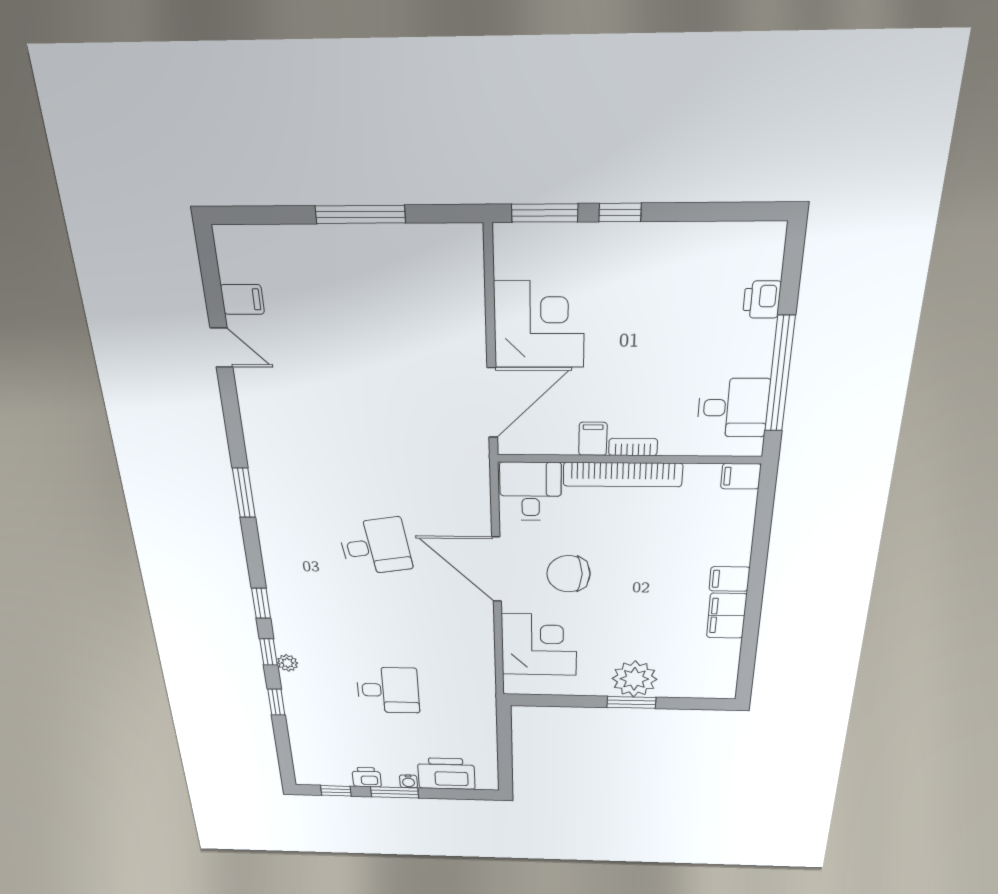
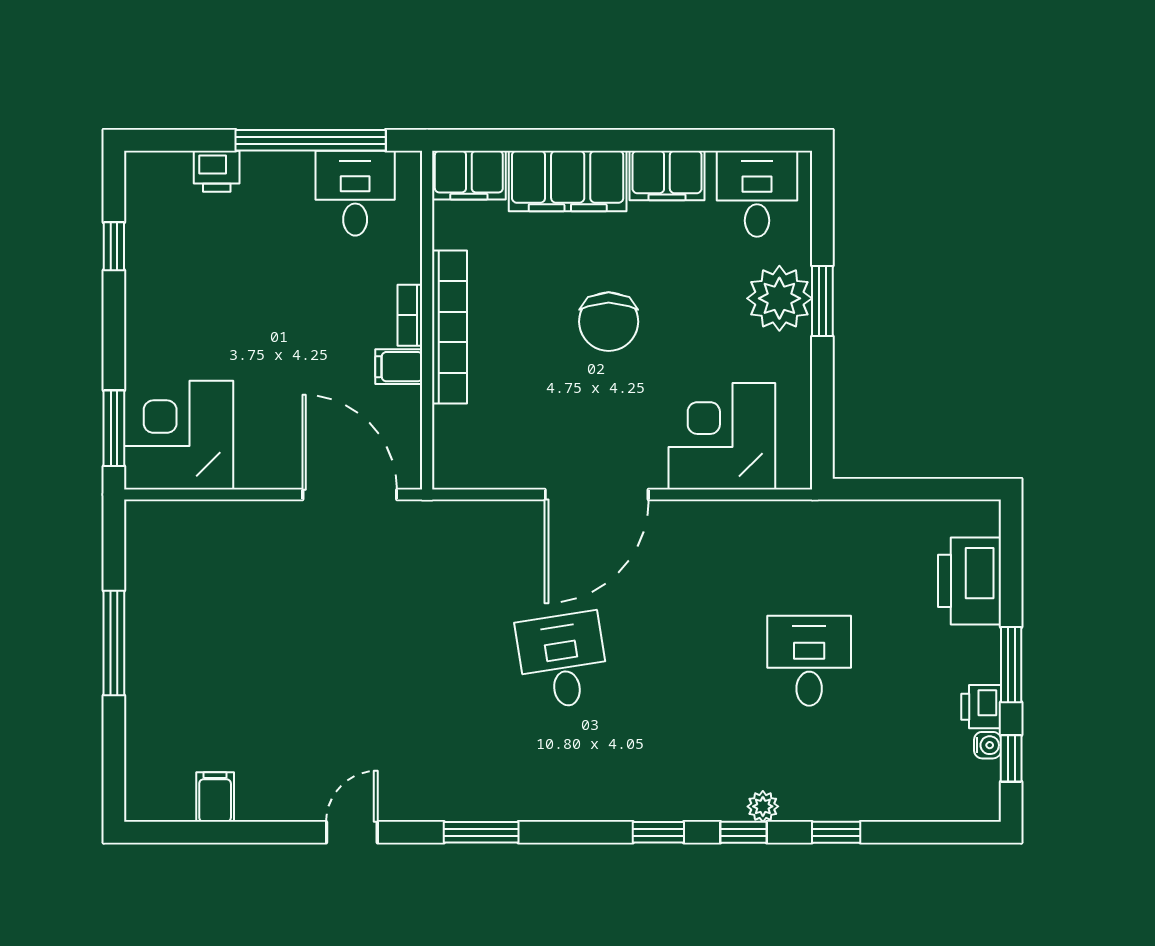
window: (620, 212) -> (114, 246), moved
corner desk: (539, 325) -> (179, 435), moved
door: (221, 348) -> (352, 832), moved
filing cabinet: (741, 476) -> (469, 175), width x2.00
desk: (531, 491) -> (757, 194), moved, turned 90
chair: (568, 574) -> (609, 322), moved
filing cabinet: (729, 579) -> (568, 181), width x3.00, depth x1.17
water cooler: (408, 781) -> (988, 745), moved

